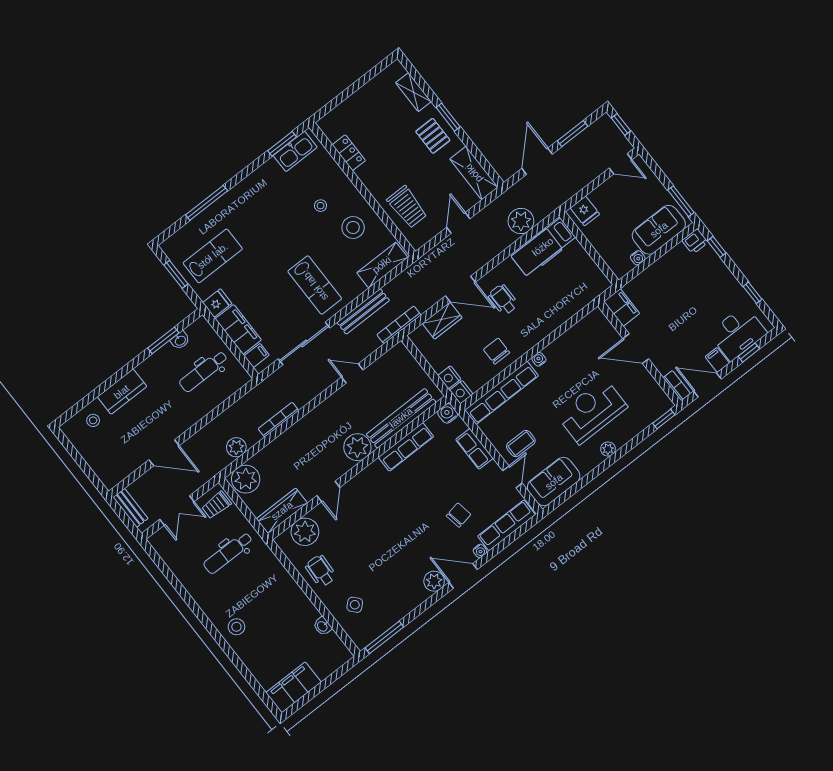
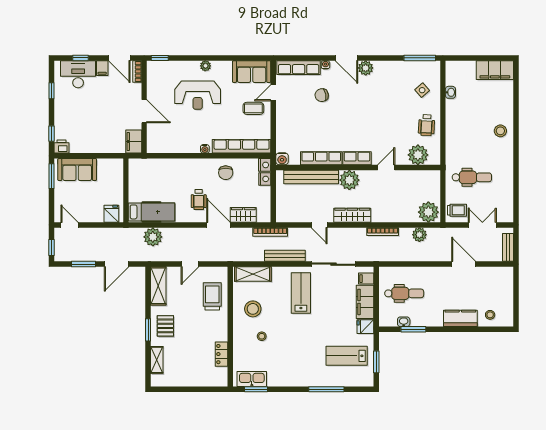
water cooler: (638, 258) -> (102, 163), removed
row of seats: (474, 449) -> (357, 158), moved, turned -90
wardrobe: (282, 511) -> (352, 215), moved, turned 180

